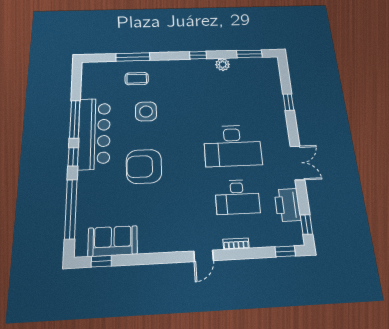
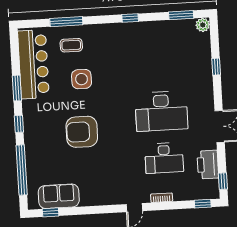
plant: (223, 64) -> (203, 25), moved
window: (75, 119) -> (17, 88), width x0.69
bar counter: (94, 133) -> (33, 64), moved

